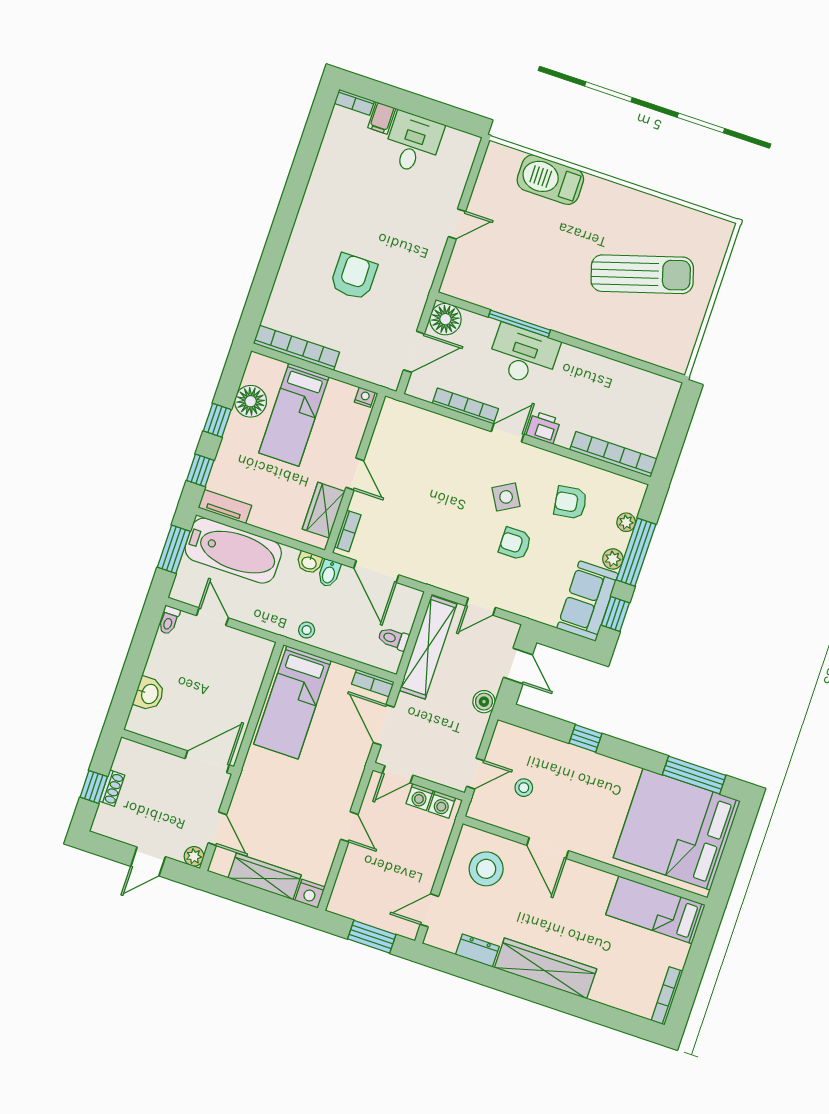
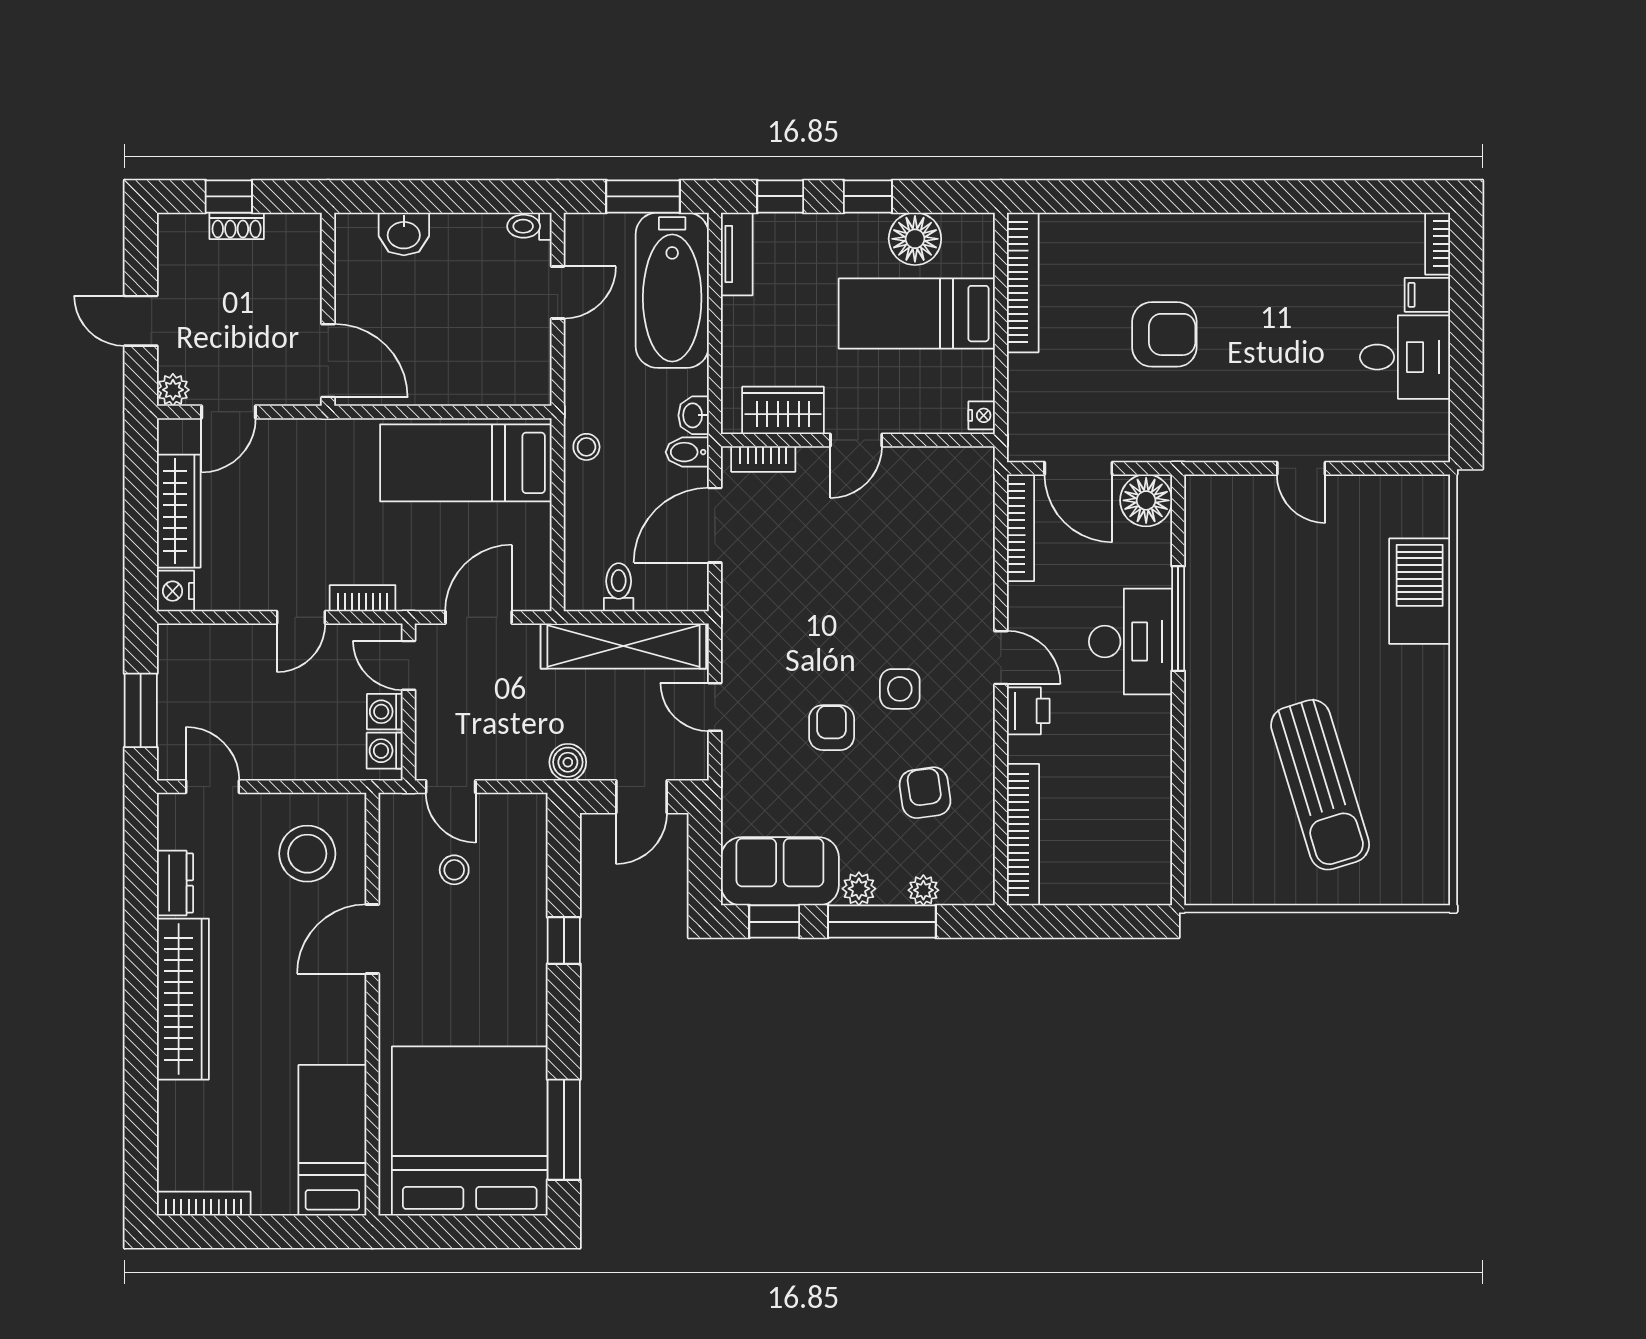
bookcase: (465, 406) -> (1021, 528), moved
side table: (506, 497) -> (900, 689), turned 30
bookcase: (373, 683) -> (363, 598), moved, turned 90

